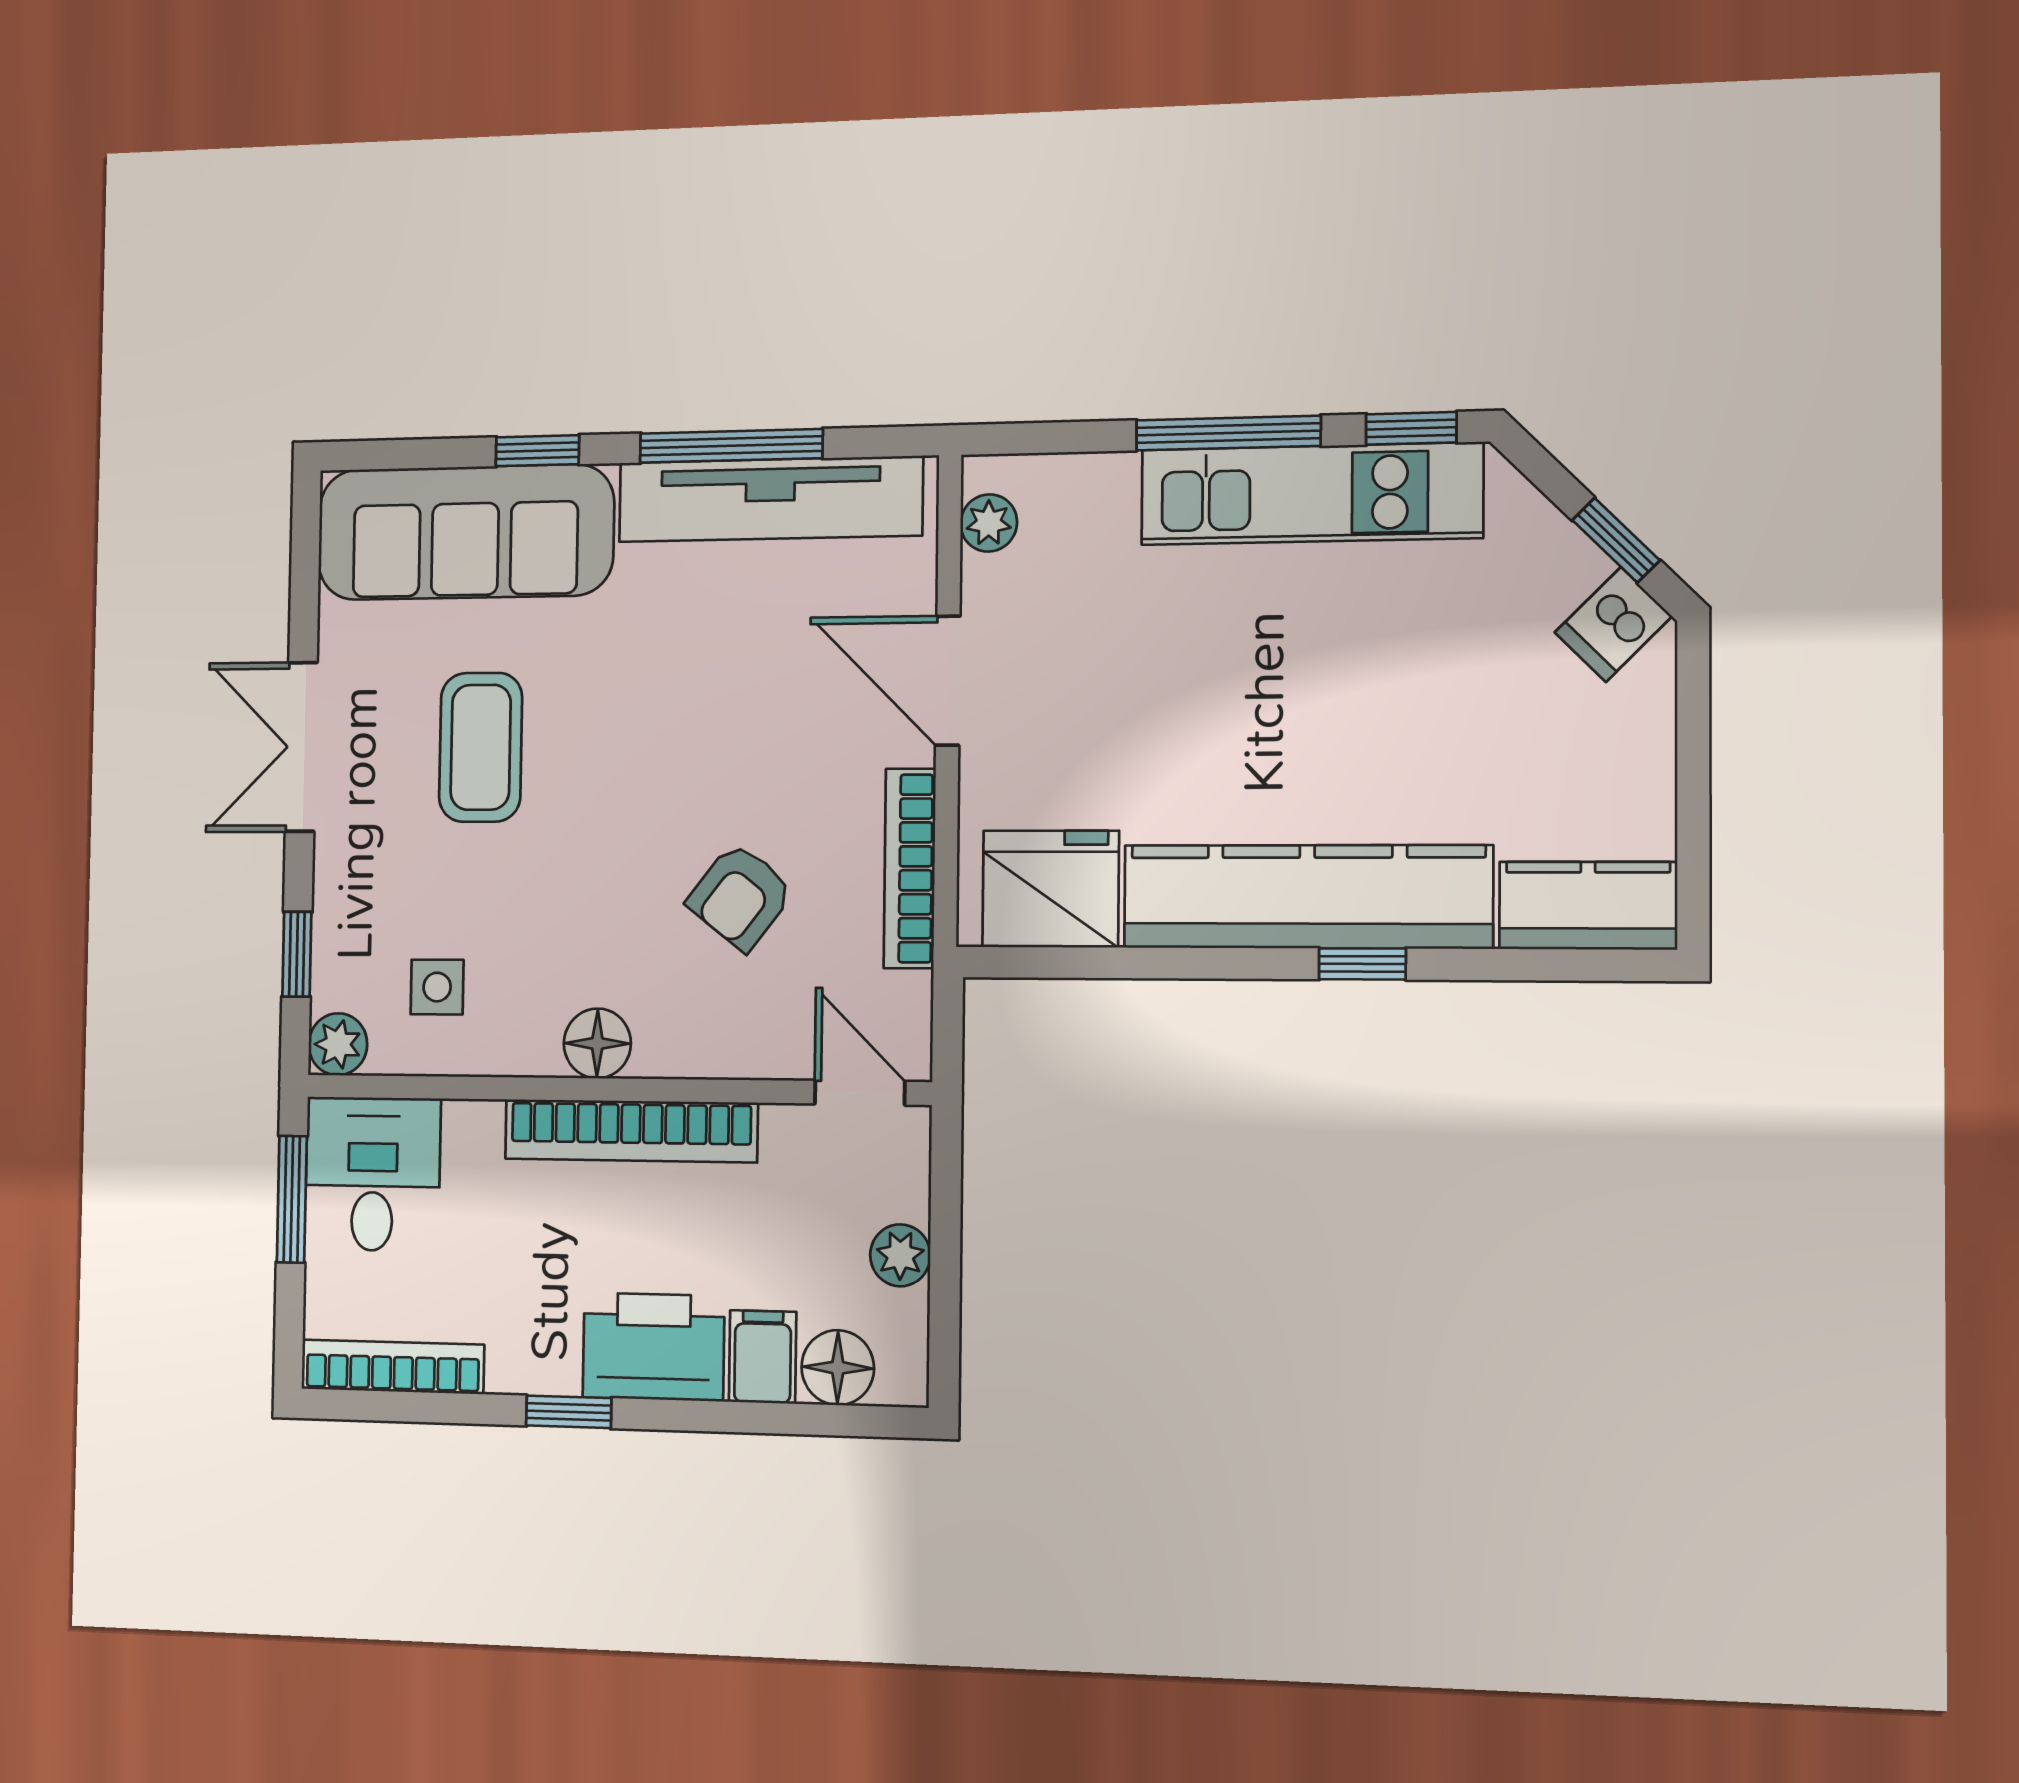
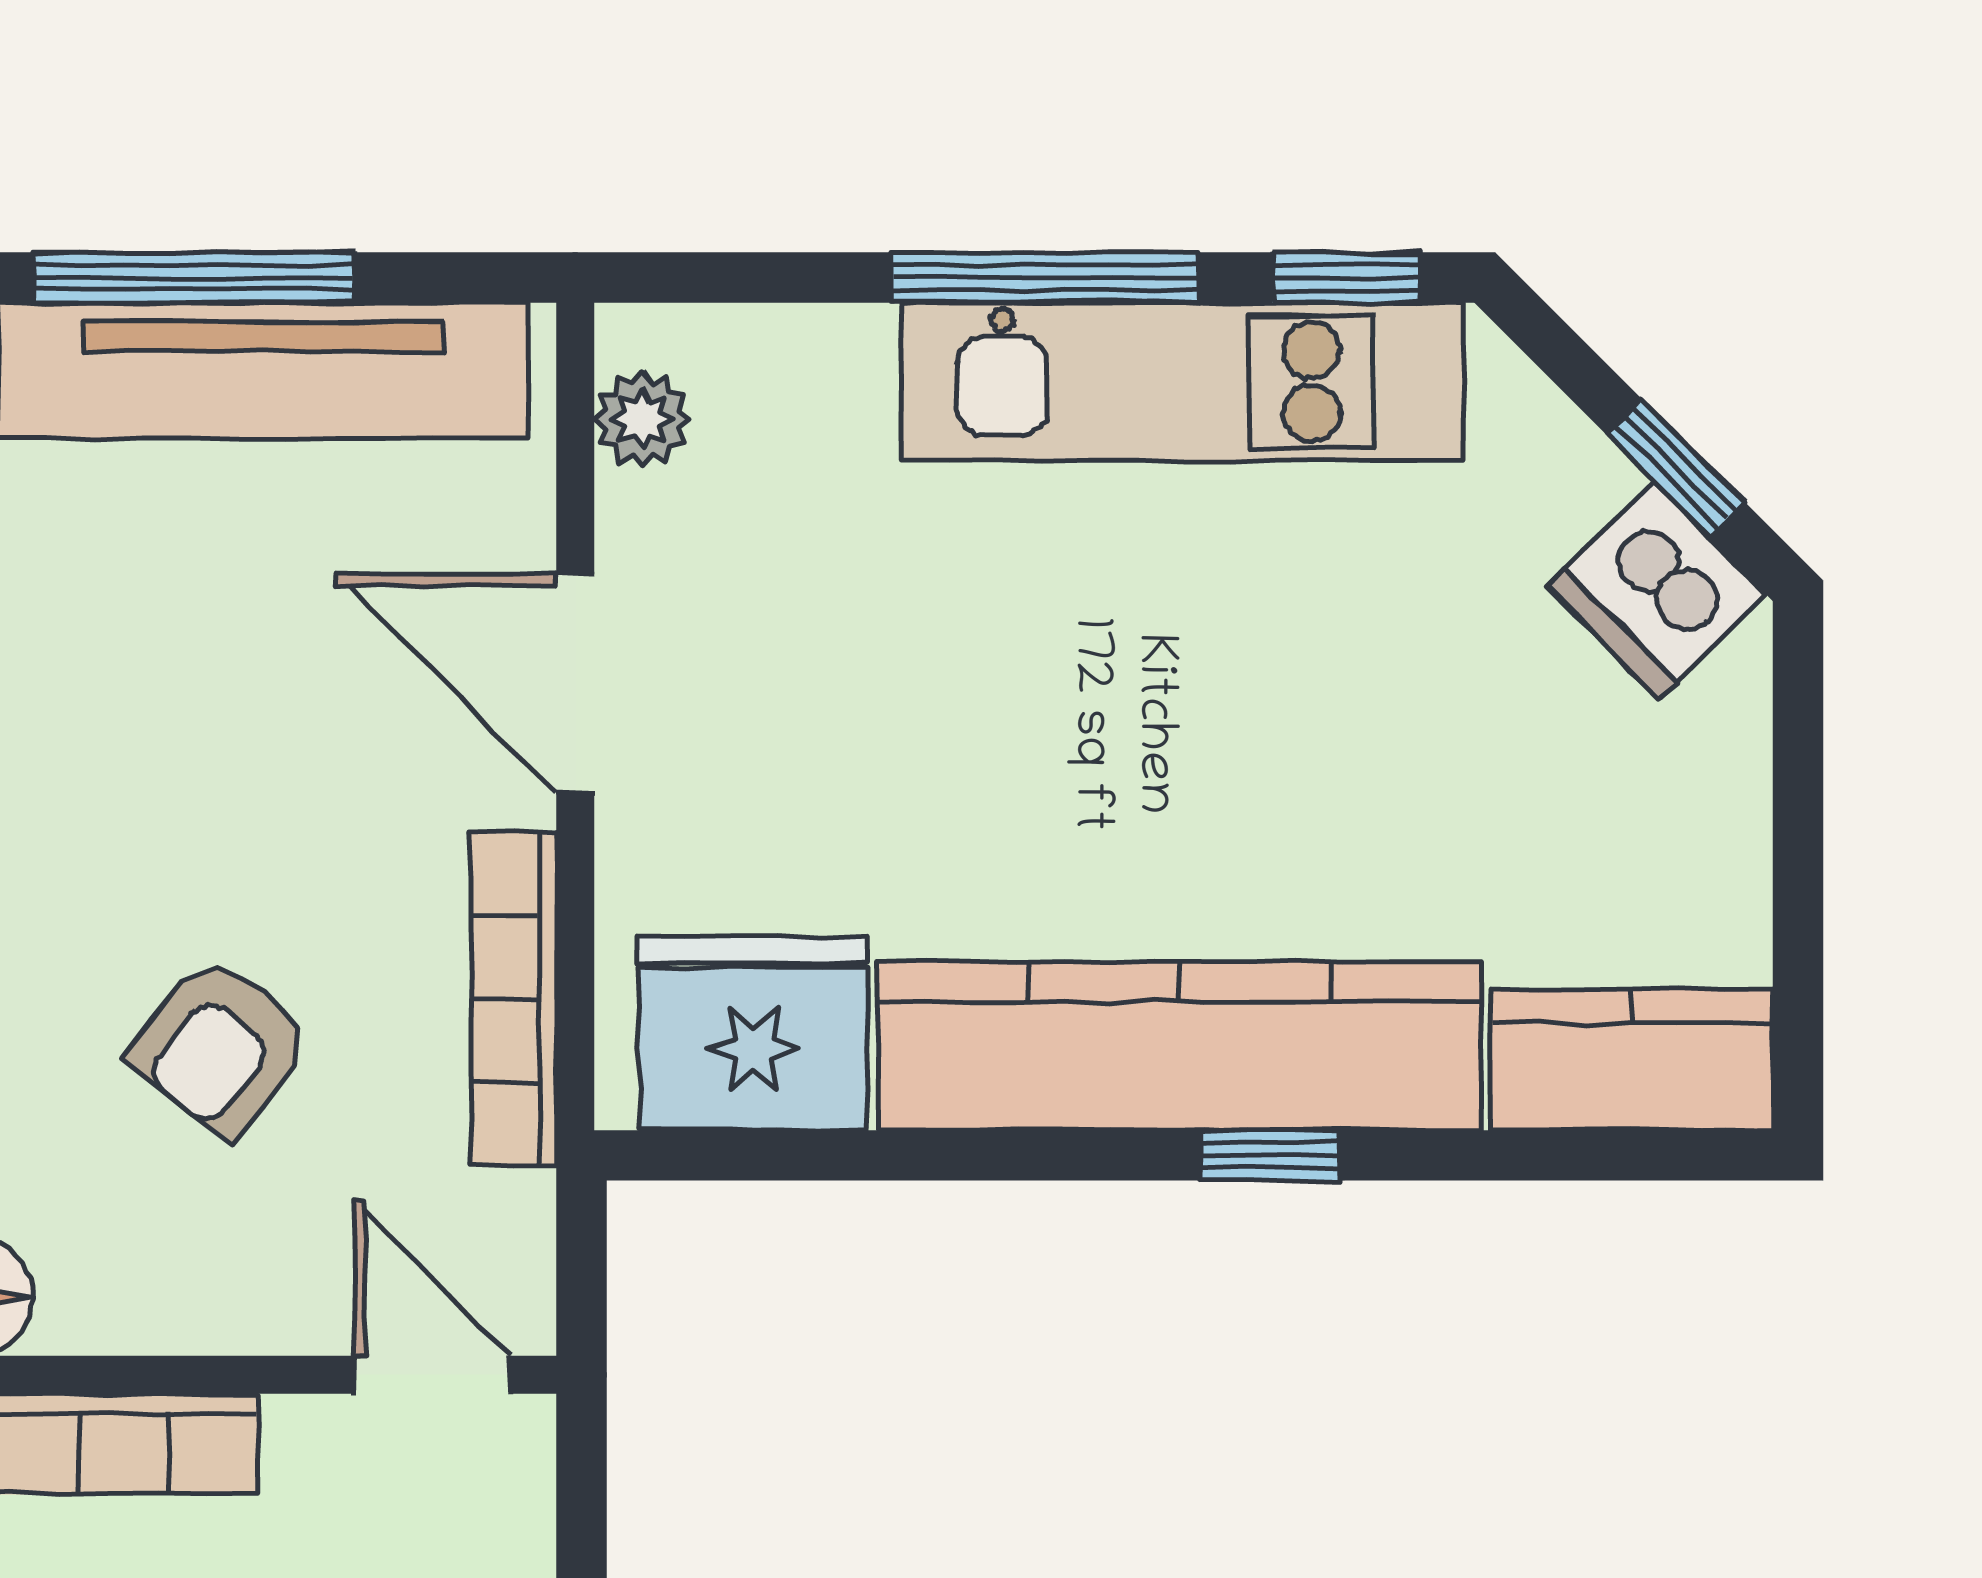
dishwasher: (1613, 624) -> (1656, 590), width x1.38

